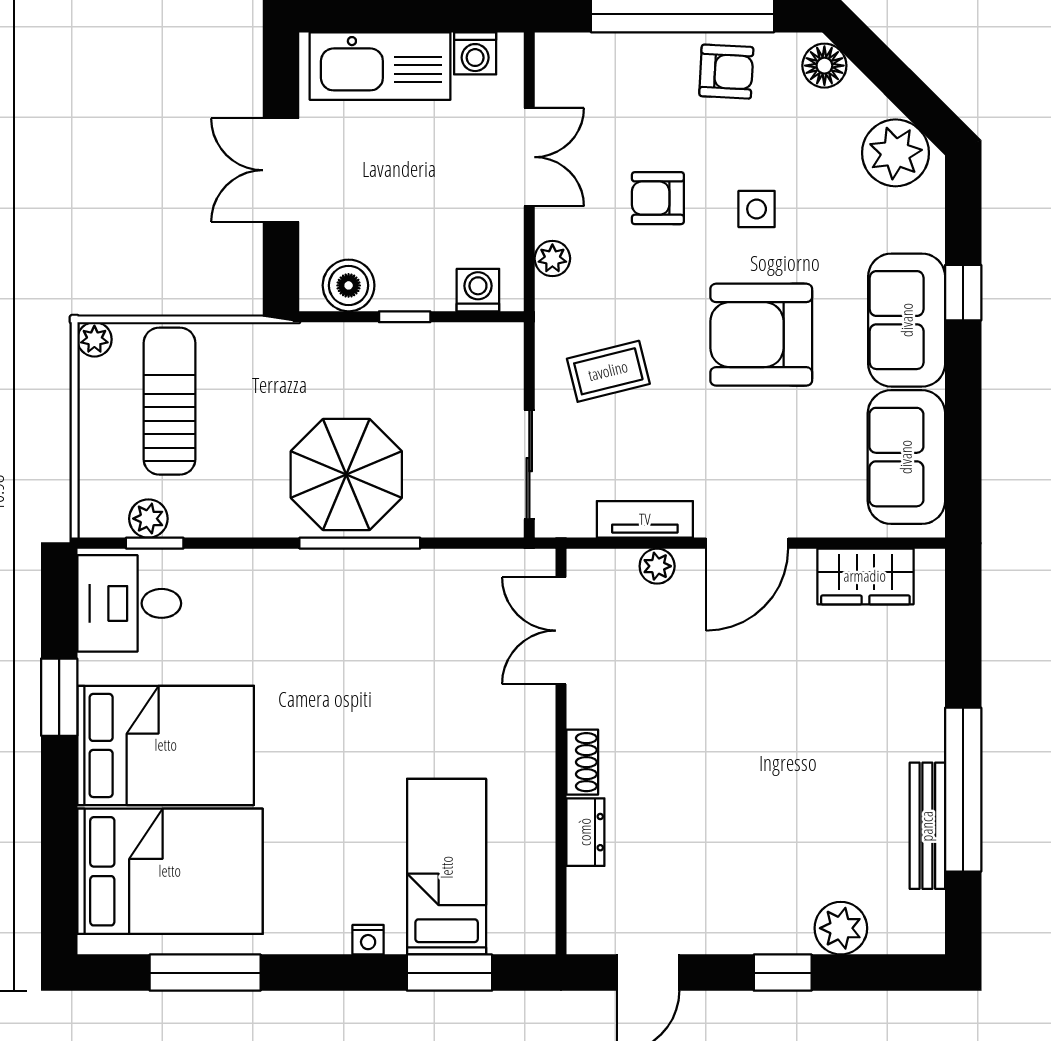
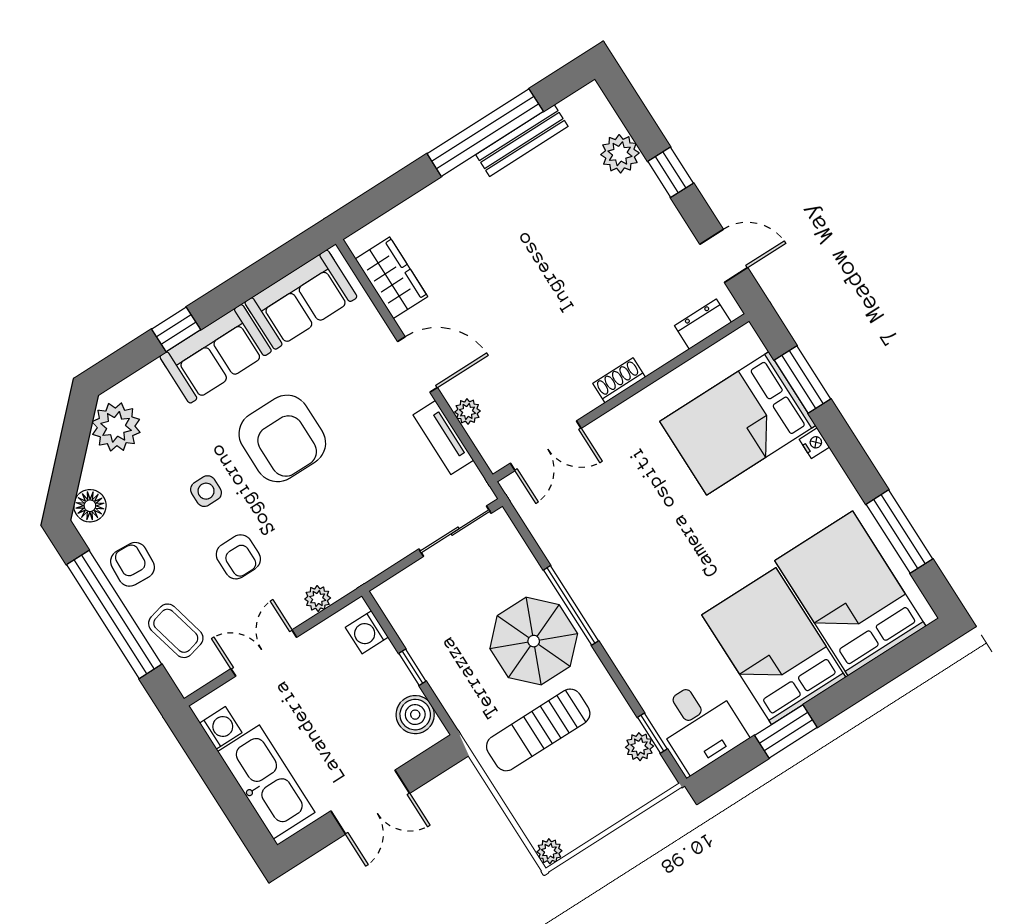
coffee table: (608, 371) -> (176, 631), moved
sun lounger: (170, 401) -> (538, 730), moved
dresser: (585, 832) -> (703, 324), moved
bed: (447, 867) -> (738, 423), width x1.50

